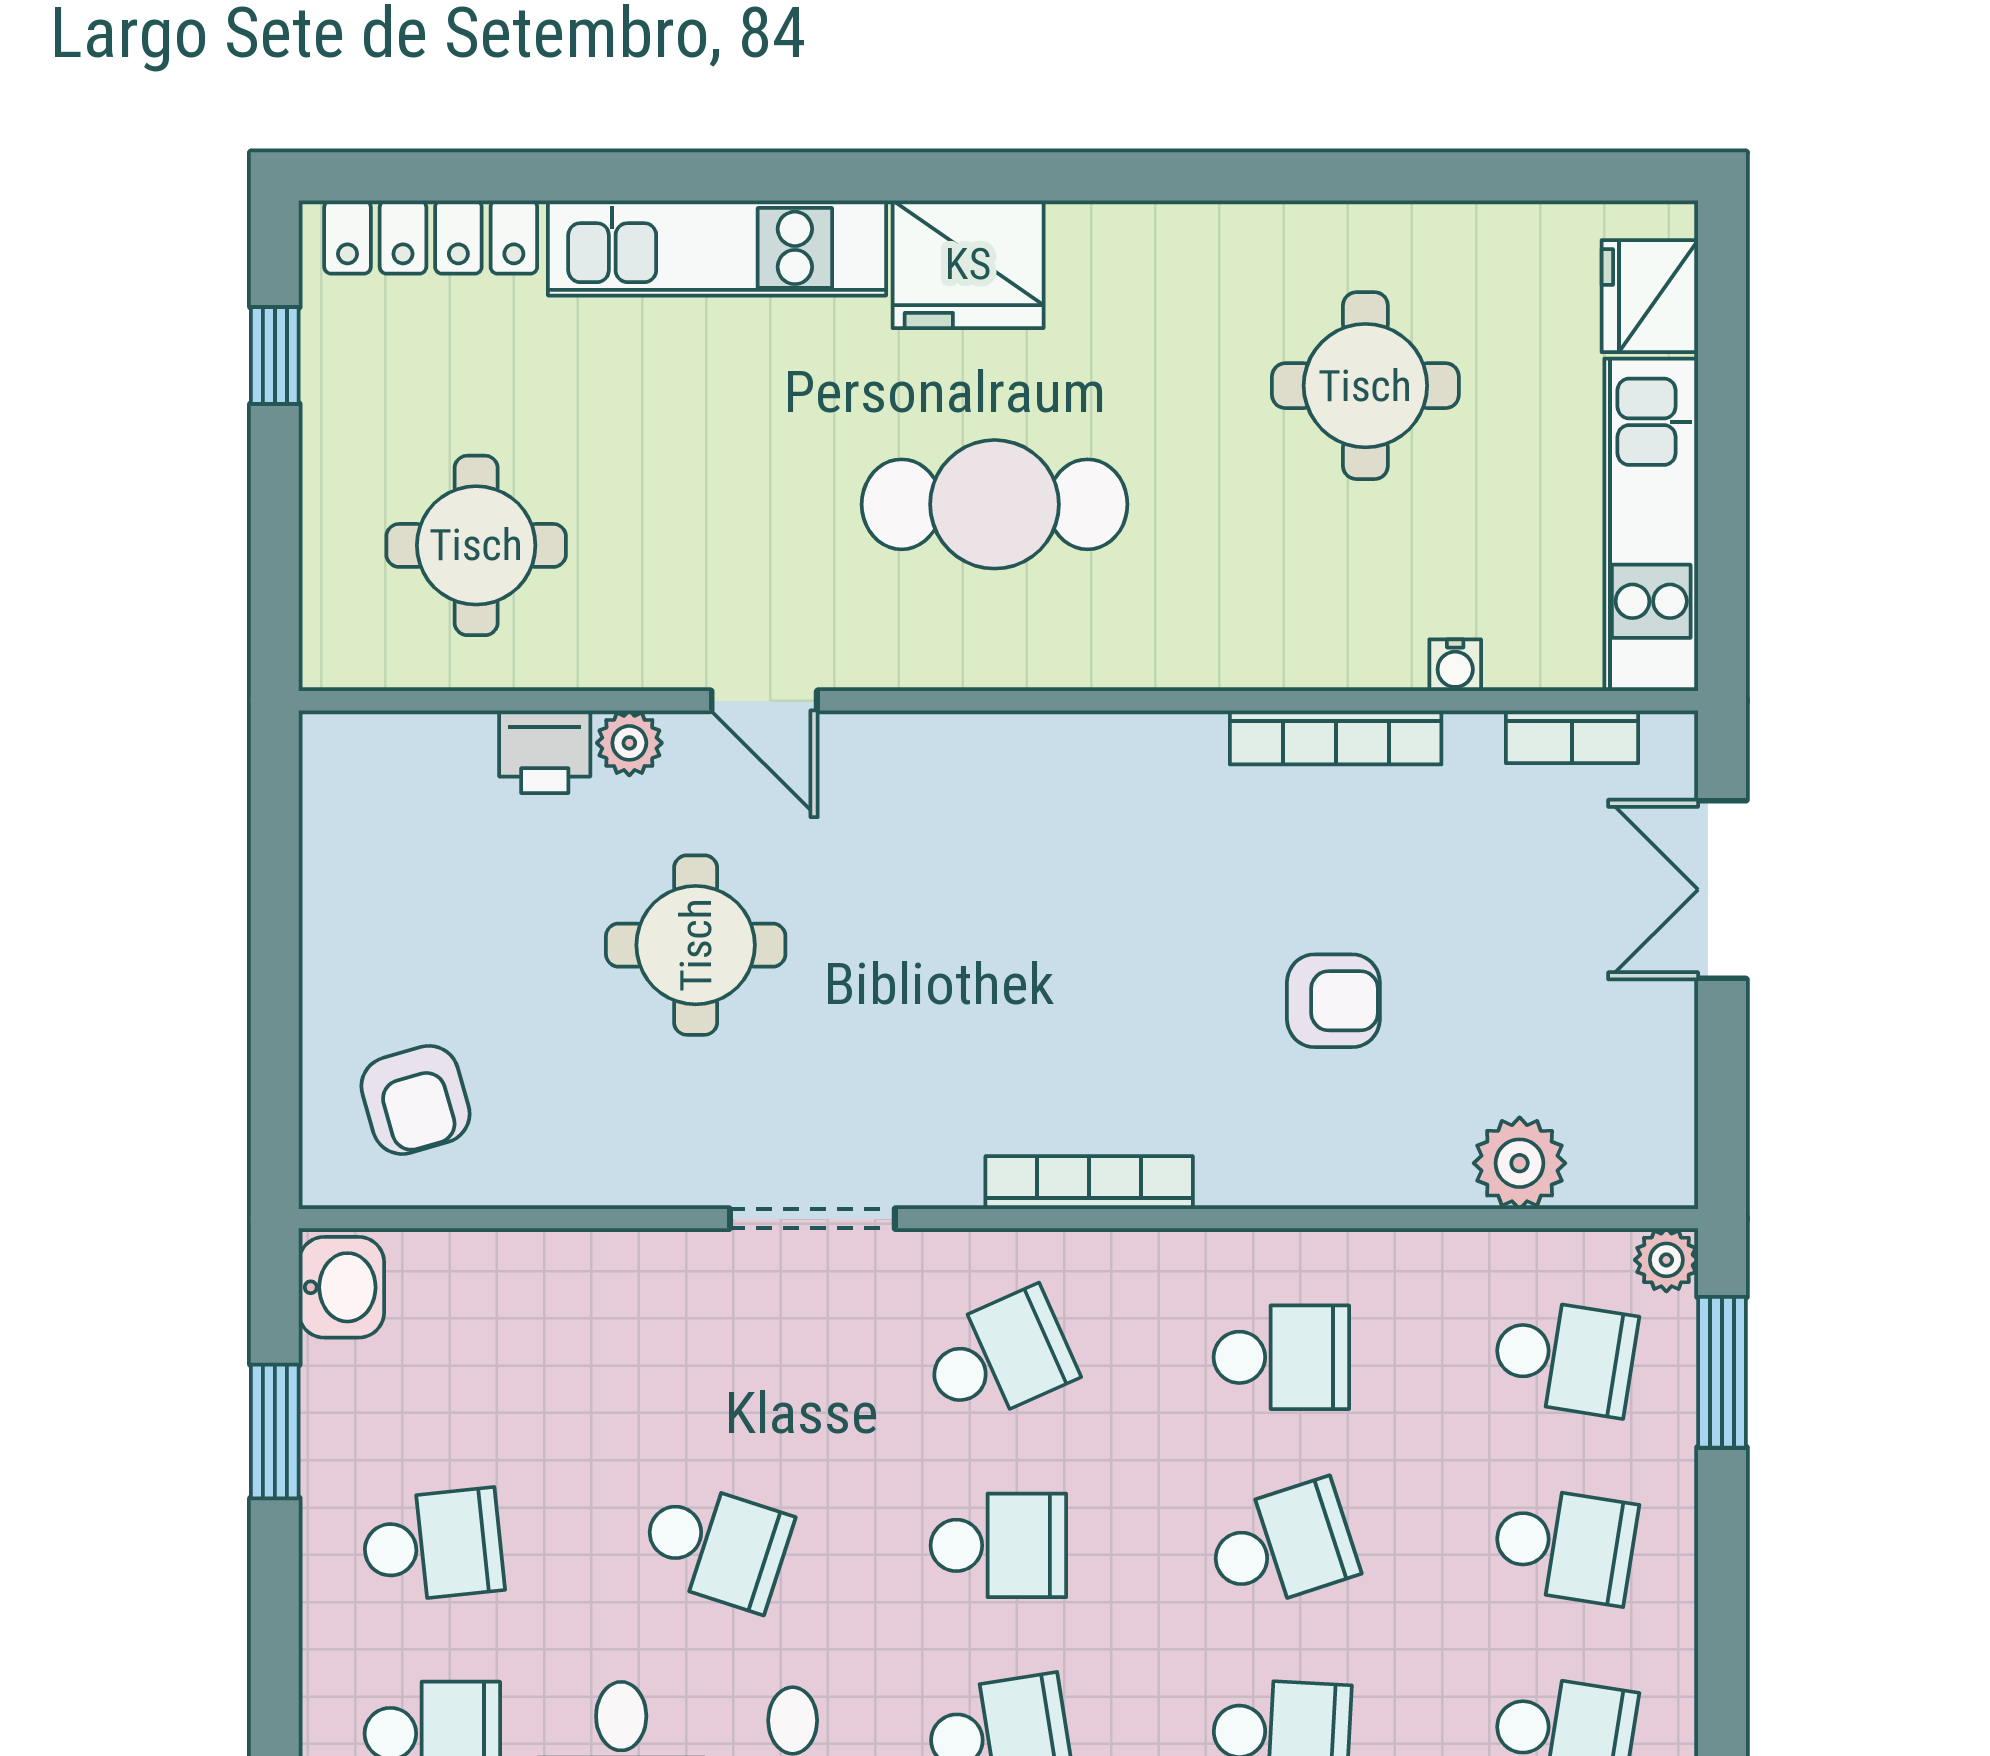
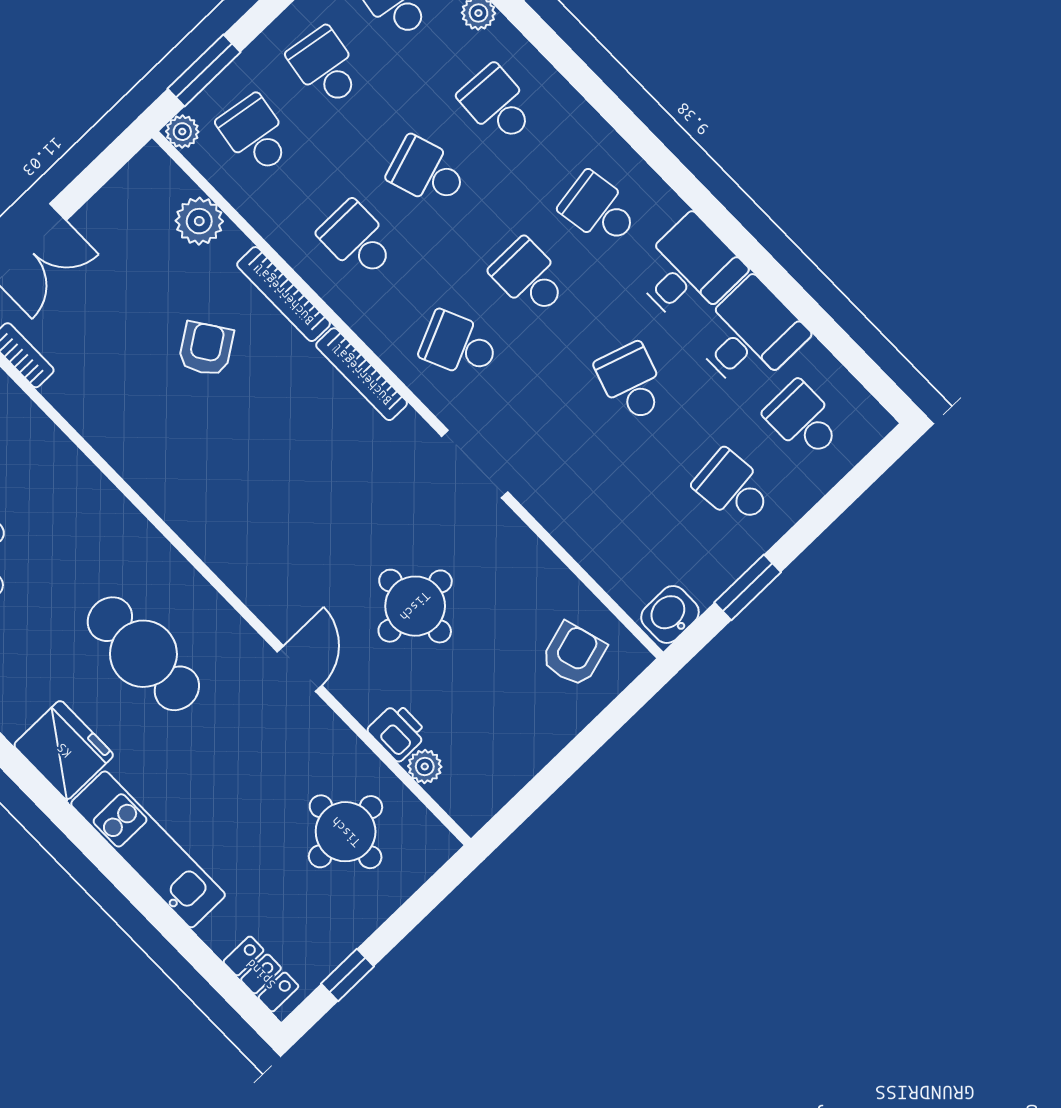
locker: (431, 237) -> (261, 974), width x0.66
water cooler: (1455, 665) -> (37, 424), removed
bookcase: (1336, 737) -> (284, 294), moved, turned 180
plant: (629, 743) -> (425, 766), moved
armchair: (1333, 1001) -> (206, 349), turned 56

